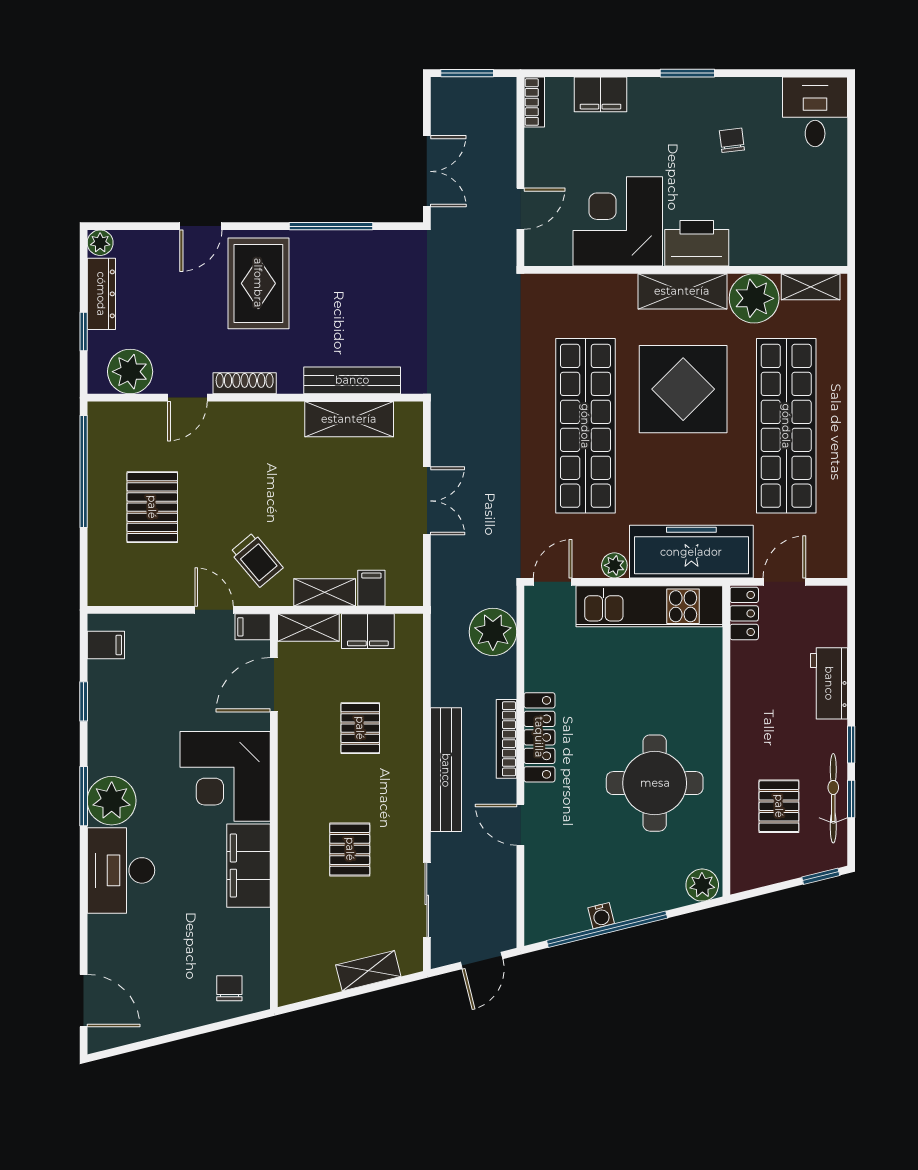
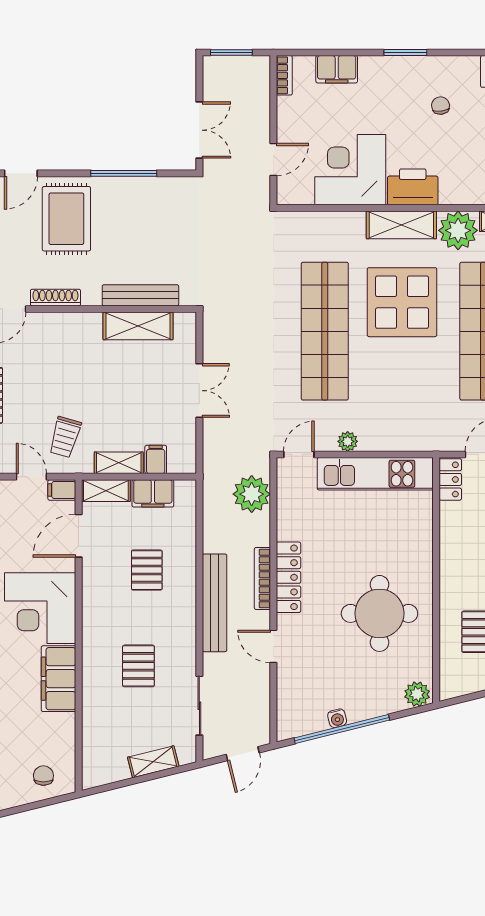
freezer: (691, 552) -> (409, 431), removed
trolley: (257, 560) -> (65, 437), turned 56

